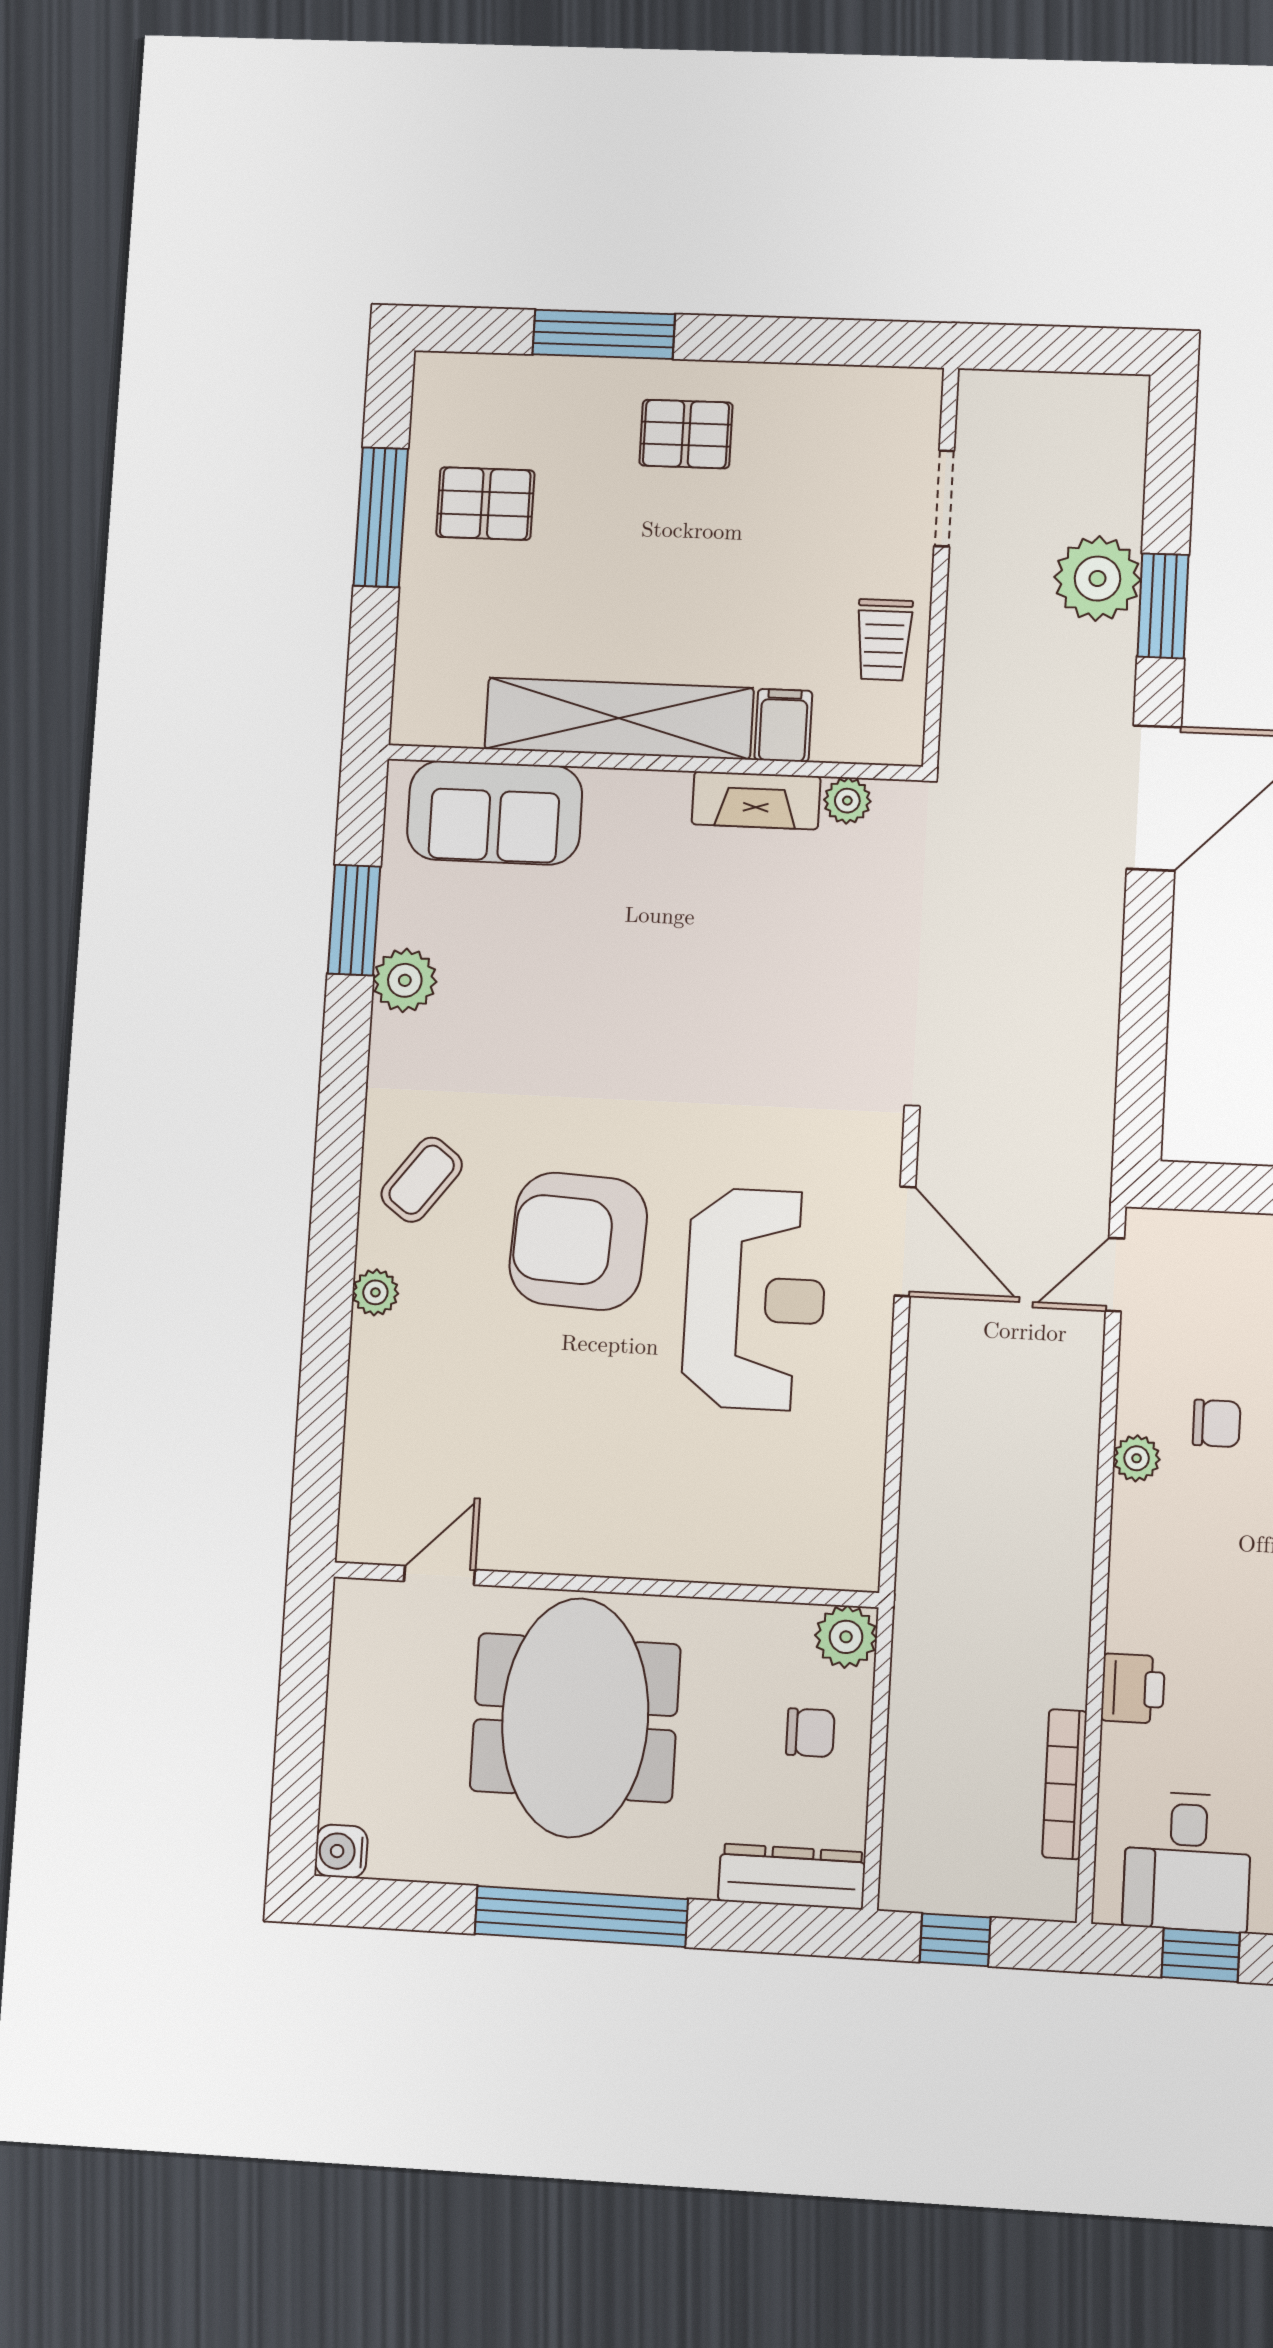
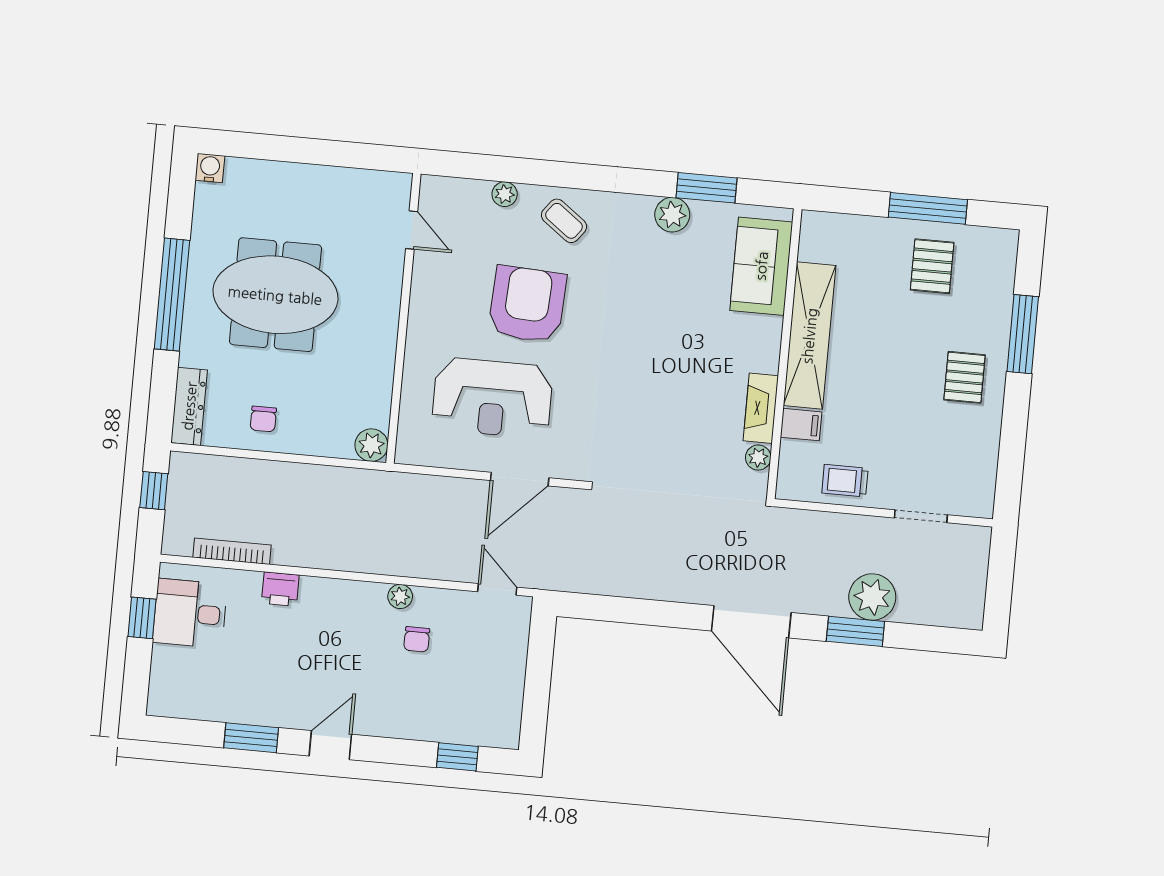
door: (439, 1575) -> (412, 230), moved
wall: (605, 1585) -> (403, 318), moved
plant: (846, 1637) -> (371, 445), moved

